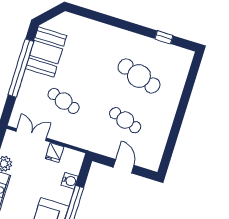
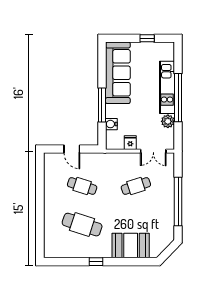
window: (164, 37) -> (96, 262), moved
booth: (46, 52) -> (131, 246), moved, turned 90
cafe table: (64, 101) -> (136, 186), turned -36

